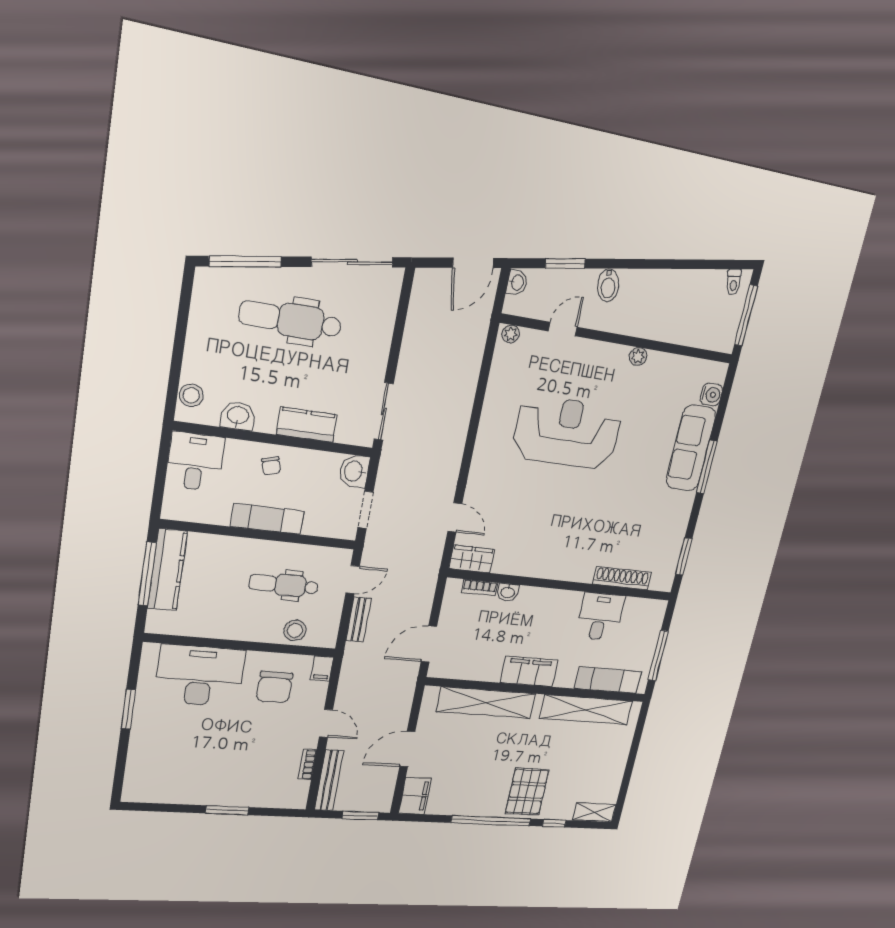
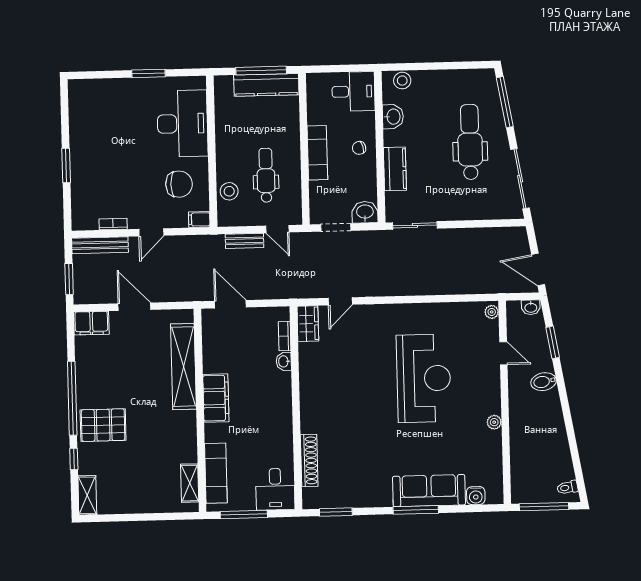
desk: (600, 617) -> (275, 489), moved, turned 90
chair: (274, 687) -> (179, 184), turned 180
shelving: (586, 710) -> (190, 483), width x0.45, depth x0.75

